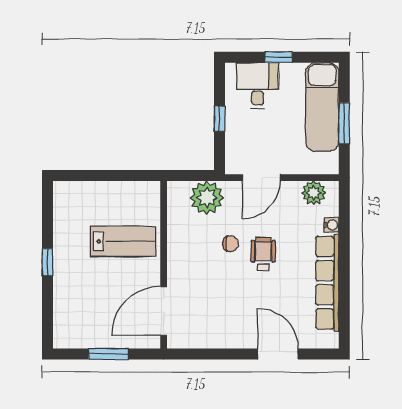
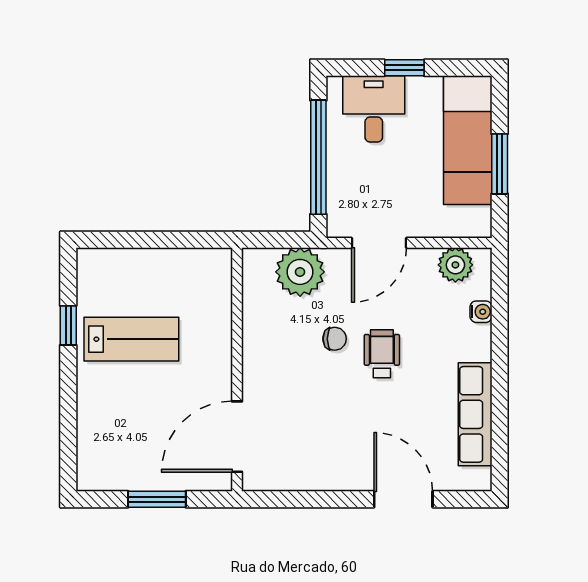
window: (219, 119) -> (318, 157), width x3.17
lab bench: (123, 241) -> (131, 339), moved
window: (47, 262) -> (68, 325), moved
row of seats: (327, 283) -> (475, 414), width x0.73

